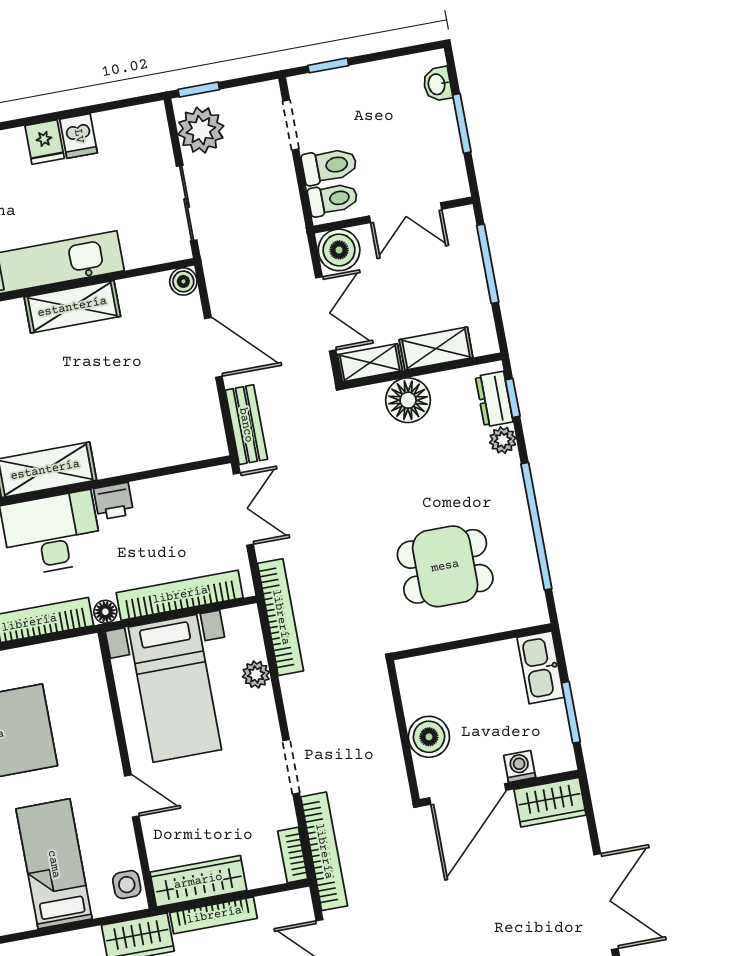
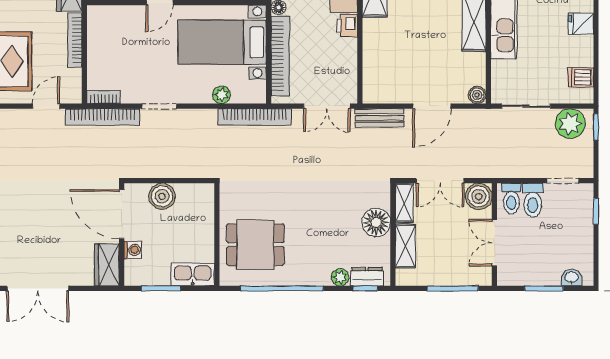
dishwasher: (79, 136) -> (581, 77), moved
dining table: (445, 566) -> (255, 245), moved, turned 90
wardrobe: (198, 881) -> (98, 34), removed

